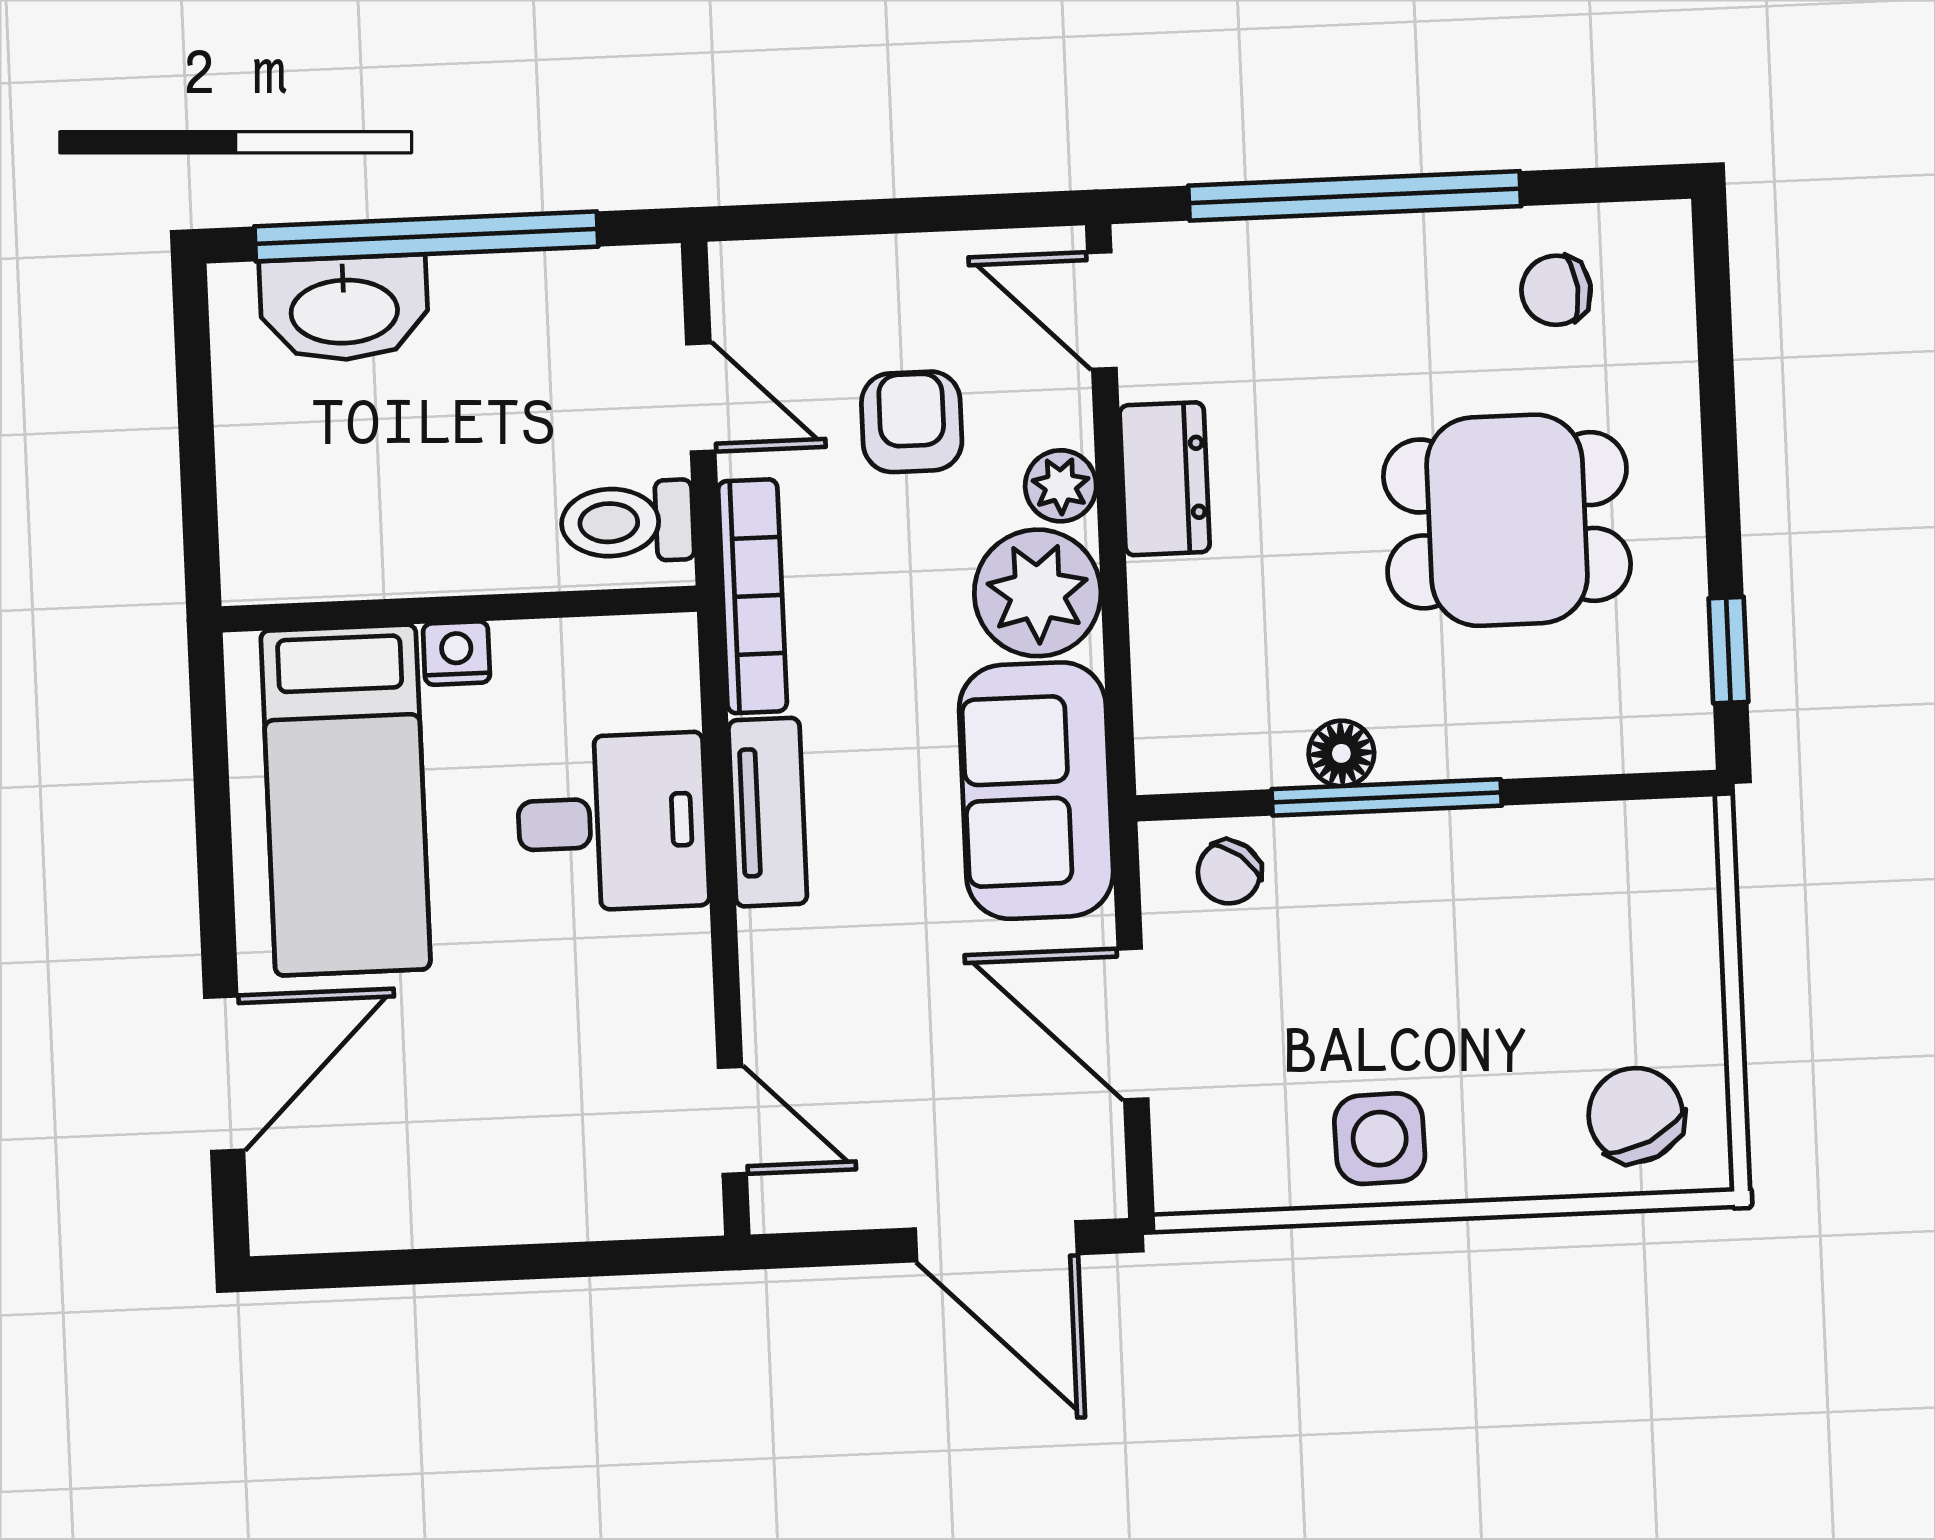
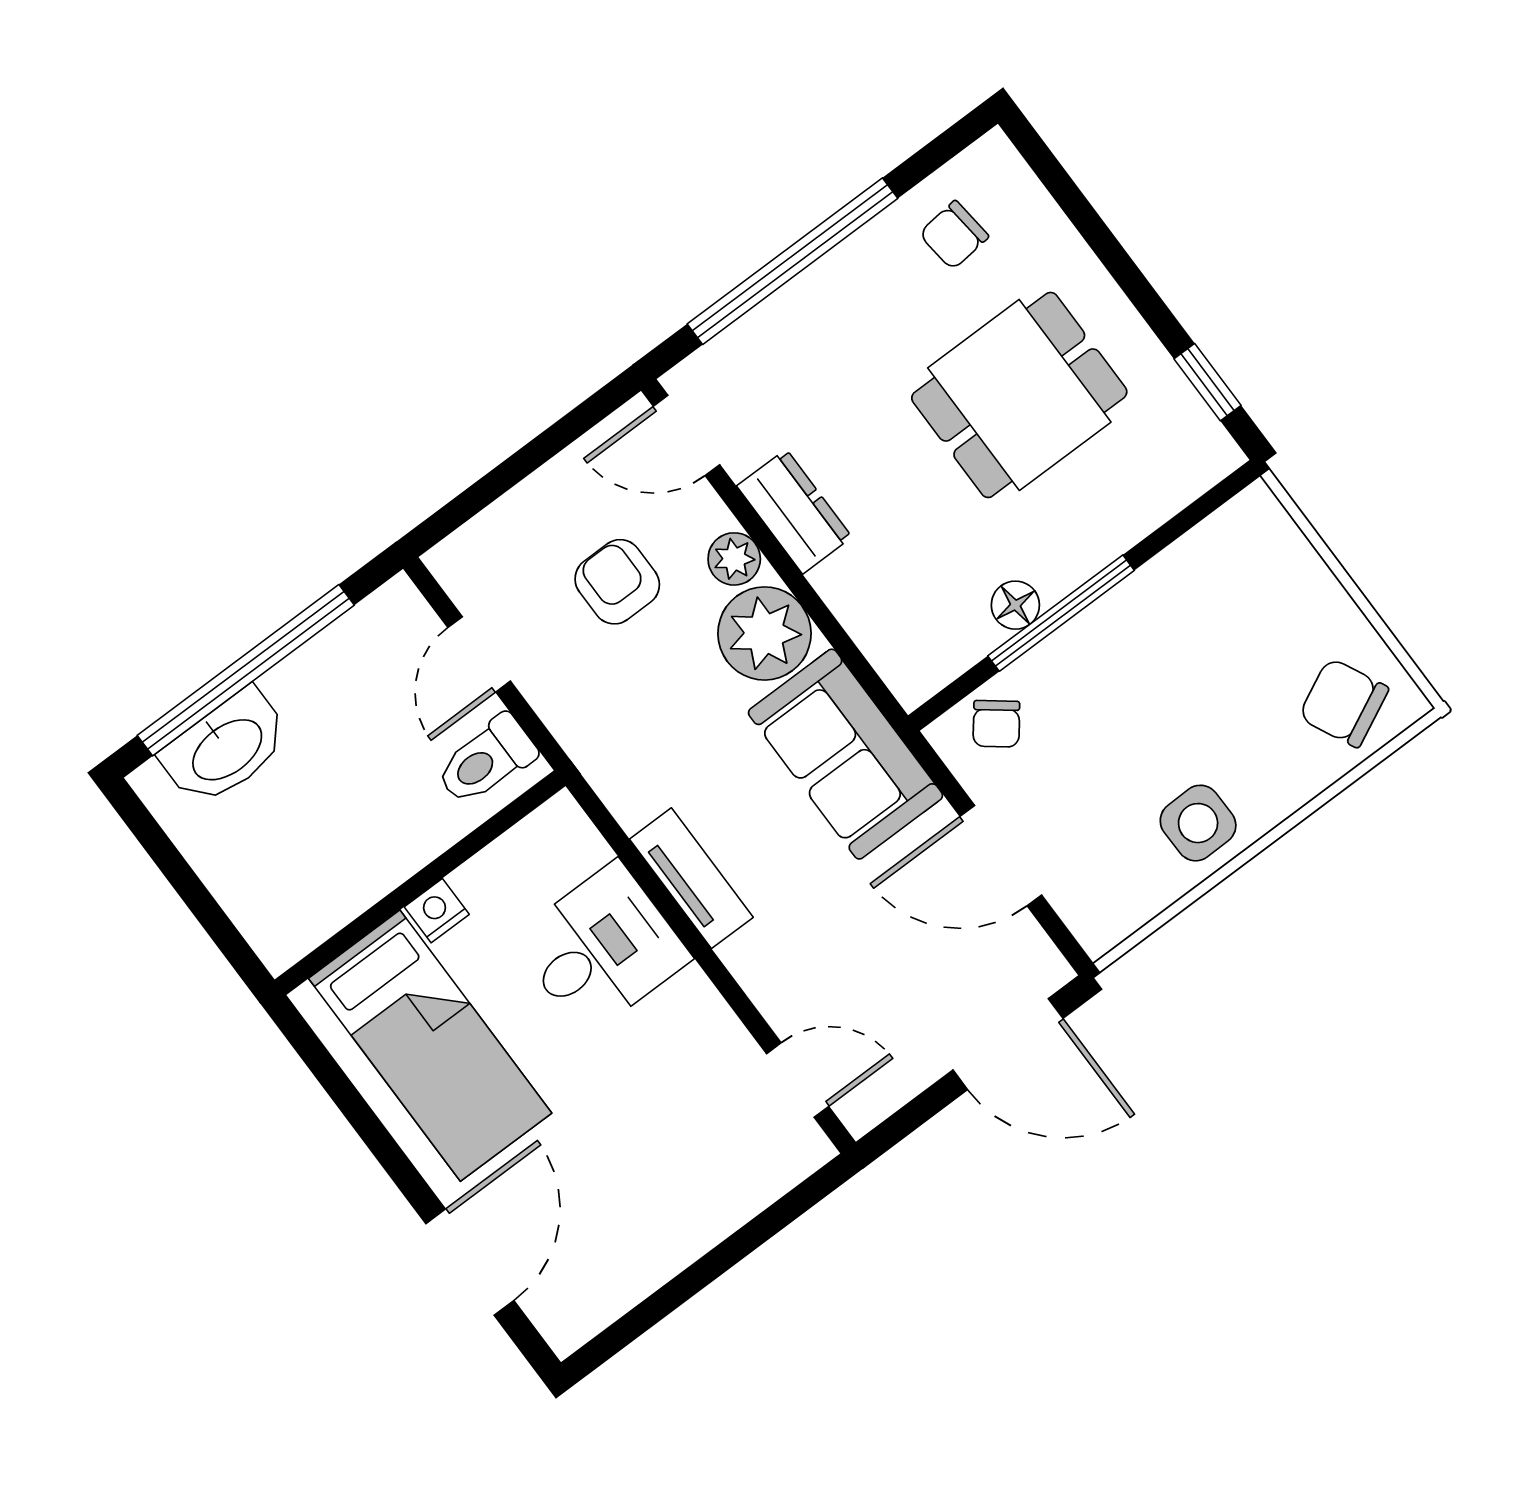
door: (701, 397) -> (479, 654), swing flipped
bookcase: (752, 596) -> (593, 754), removed

